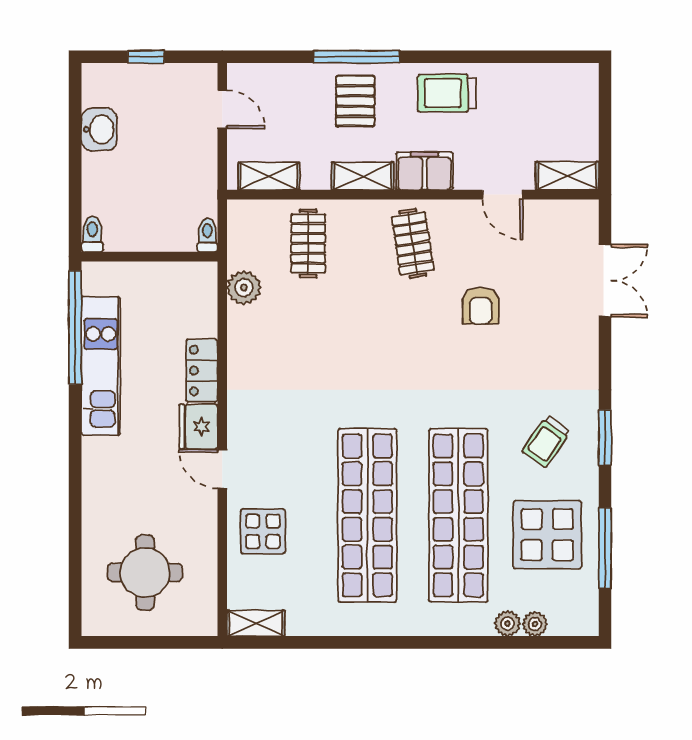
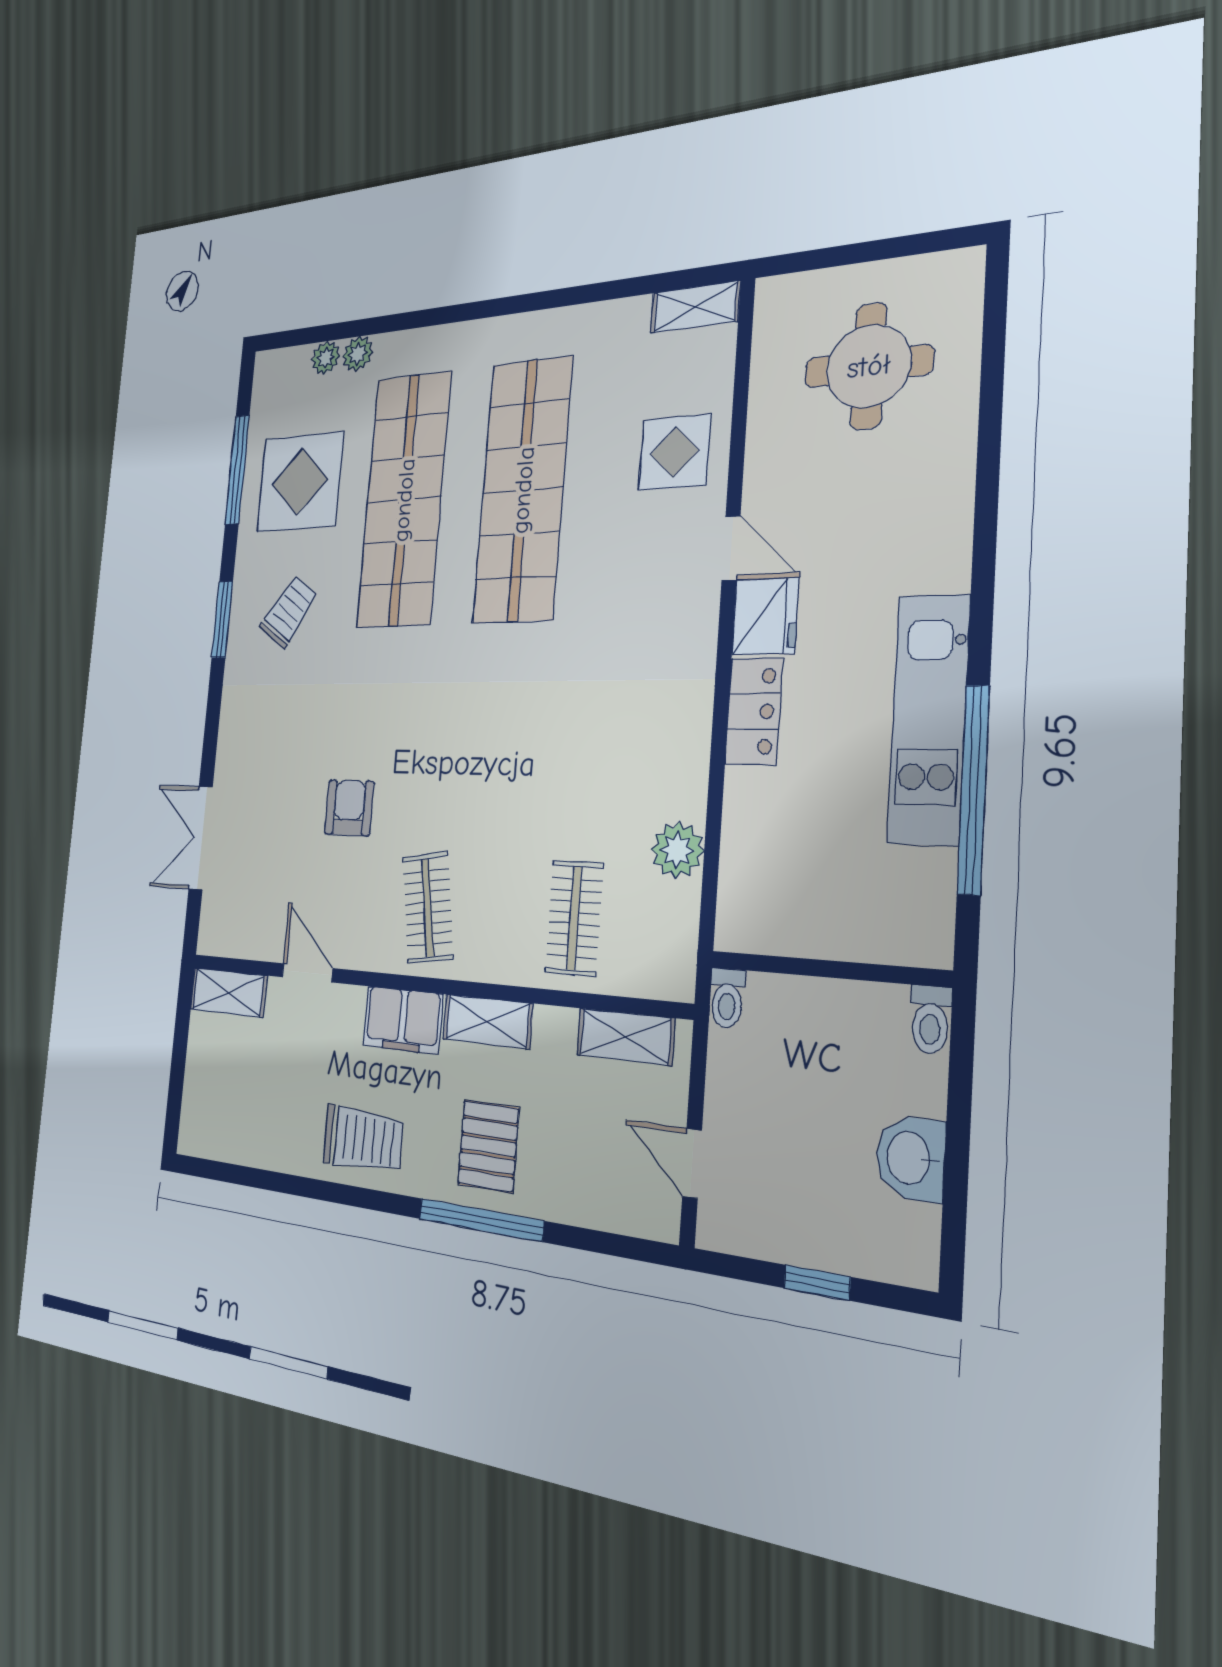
toilet: (92, 234) -> (930, 1020), moved
toilet: (207, 235) -> (727, 998), moved
wall: (149, 257) -> (828, 969), moved

